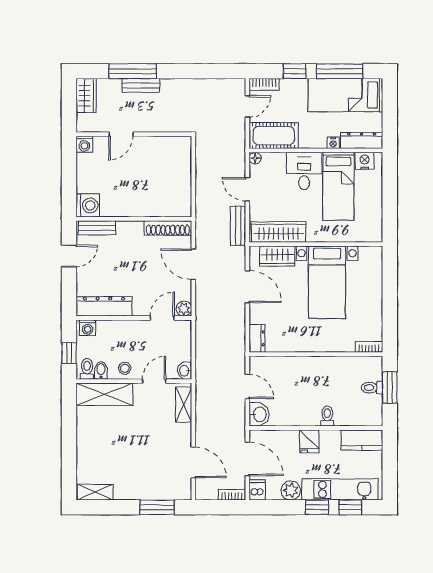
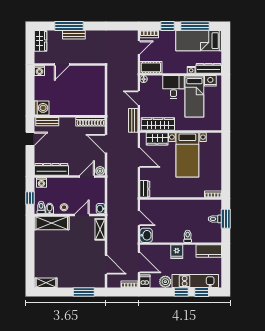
cot: (274, 136) -> (151, 67), width x0.73, depth x0.75

